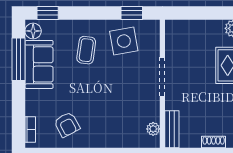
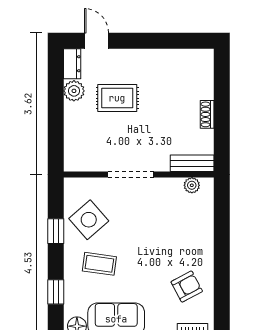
window: (48, 13) -> (56, 292), moved
window: (132, 13) -> (56, 231), moved
side table: (124, 41) -> (89, 220), turned -31

